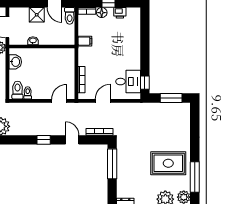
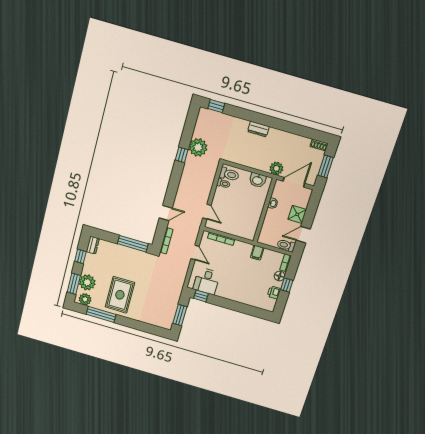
window: (44, 140) -> (182, 155), moved

